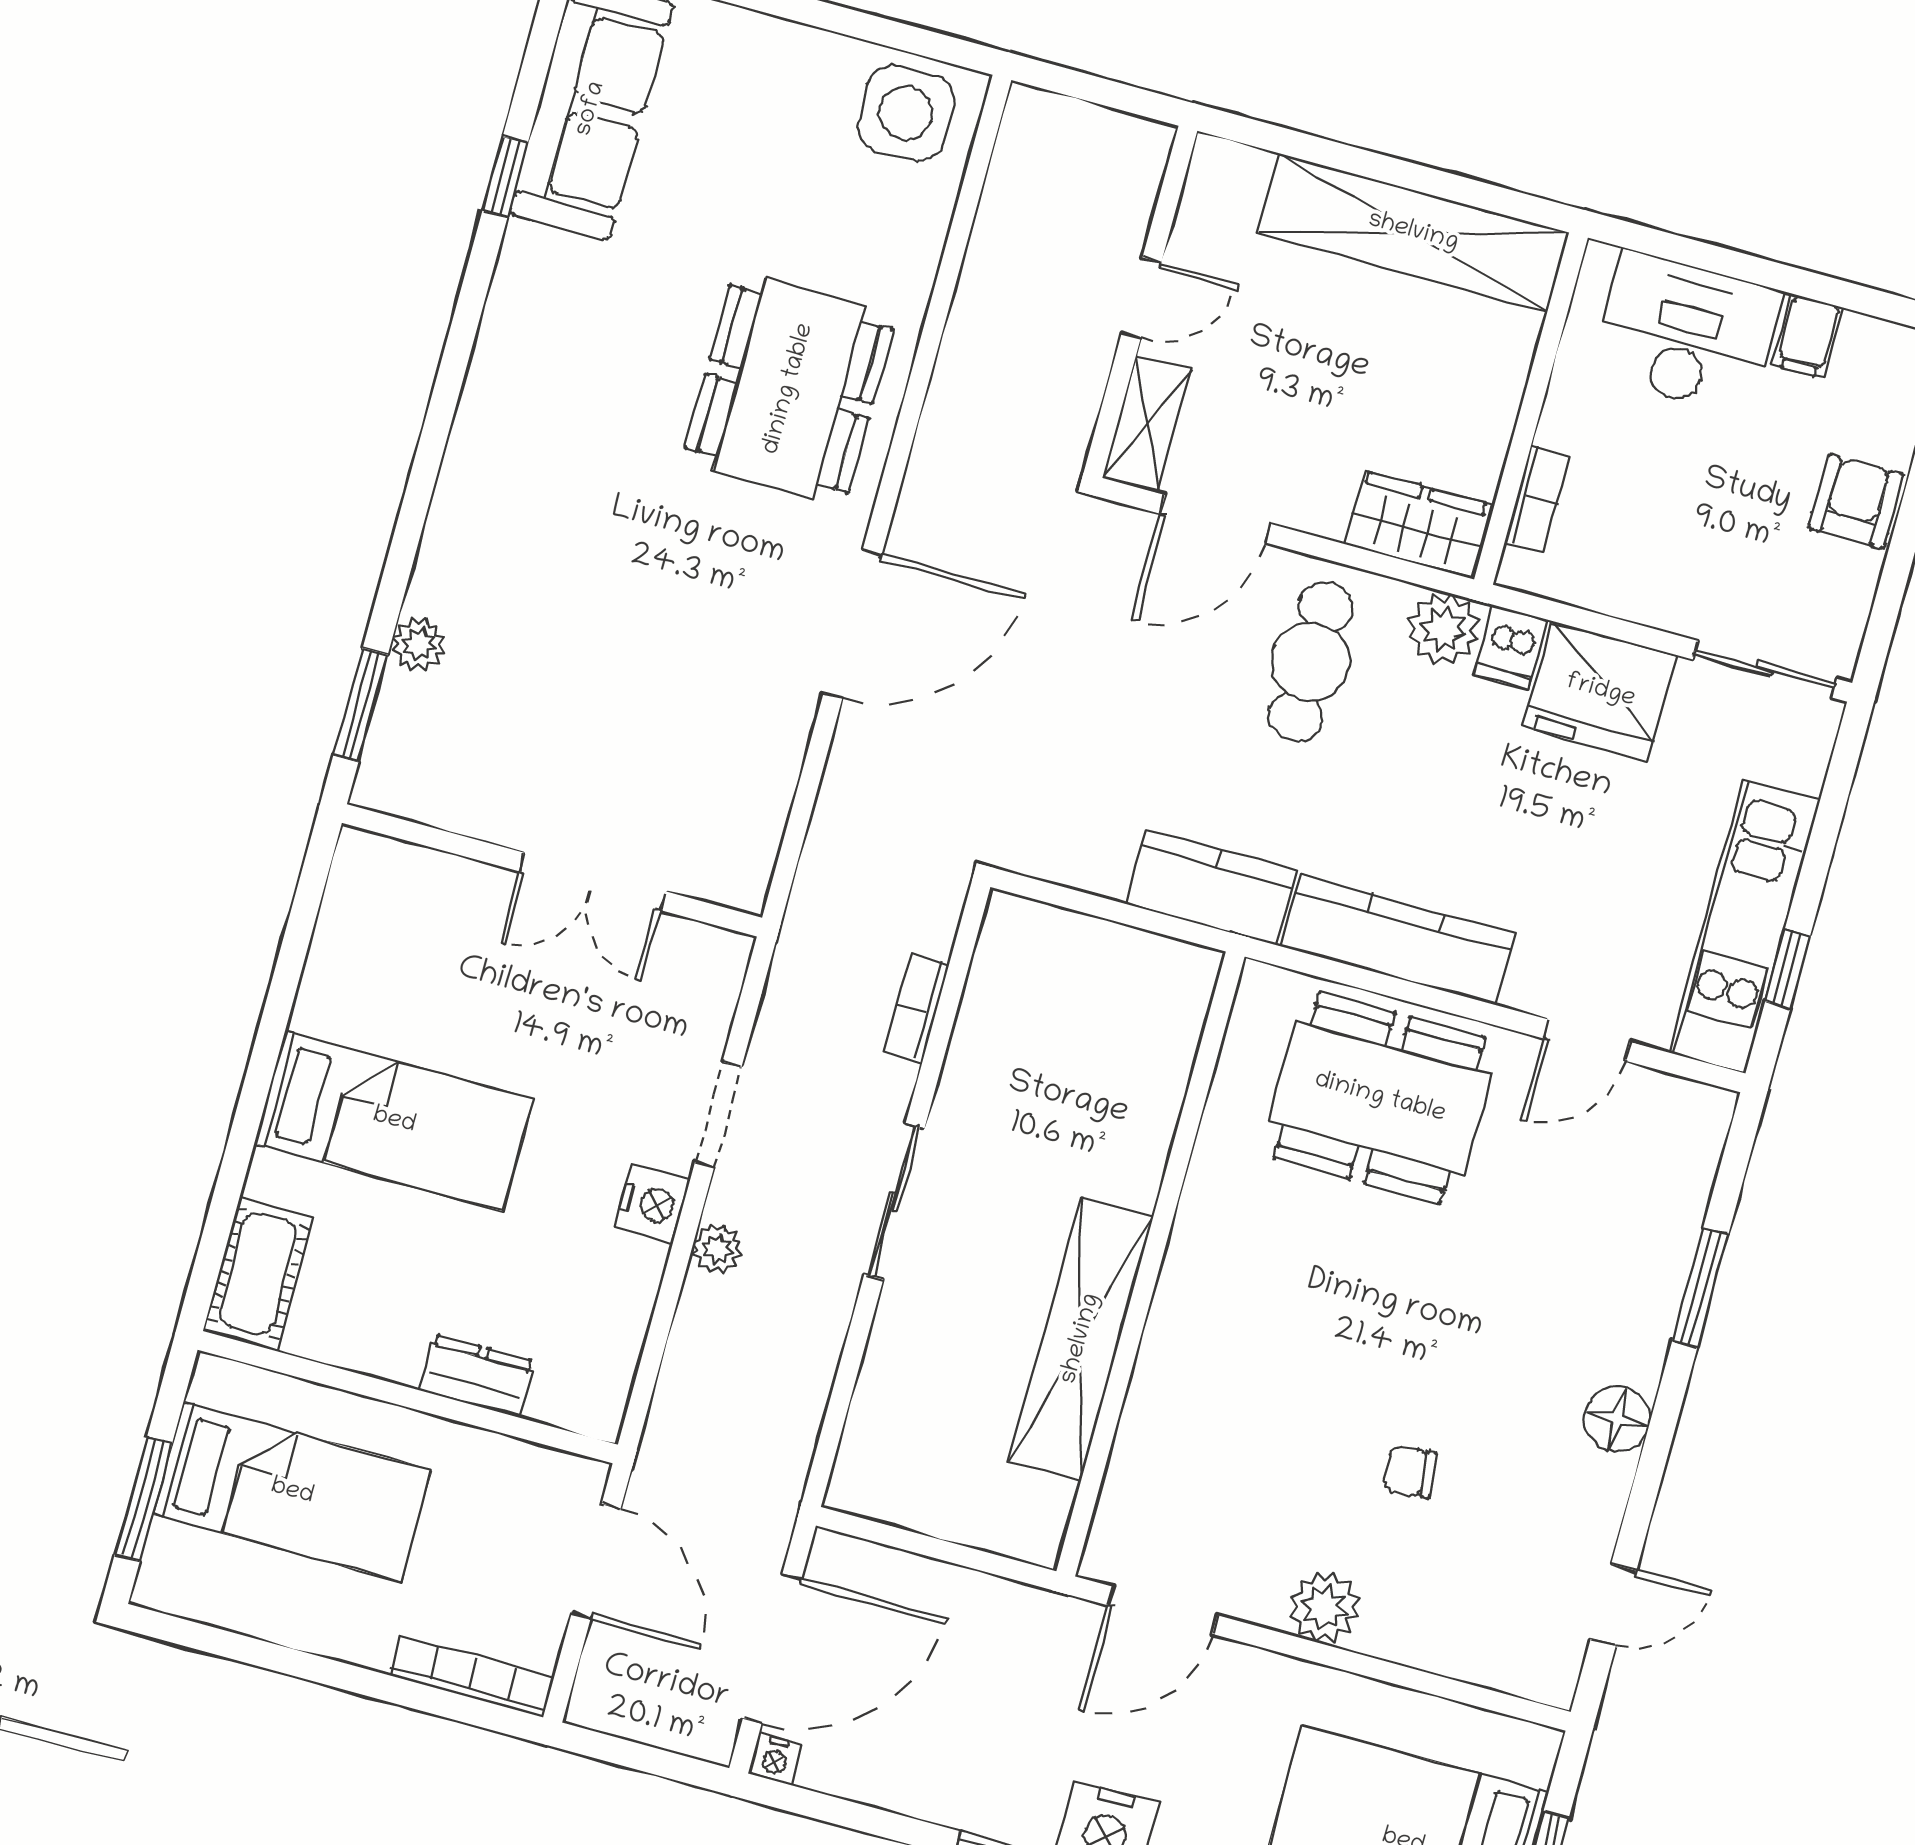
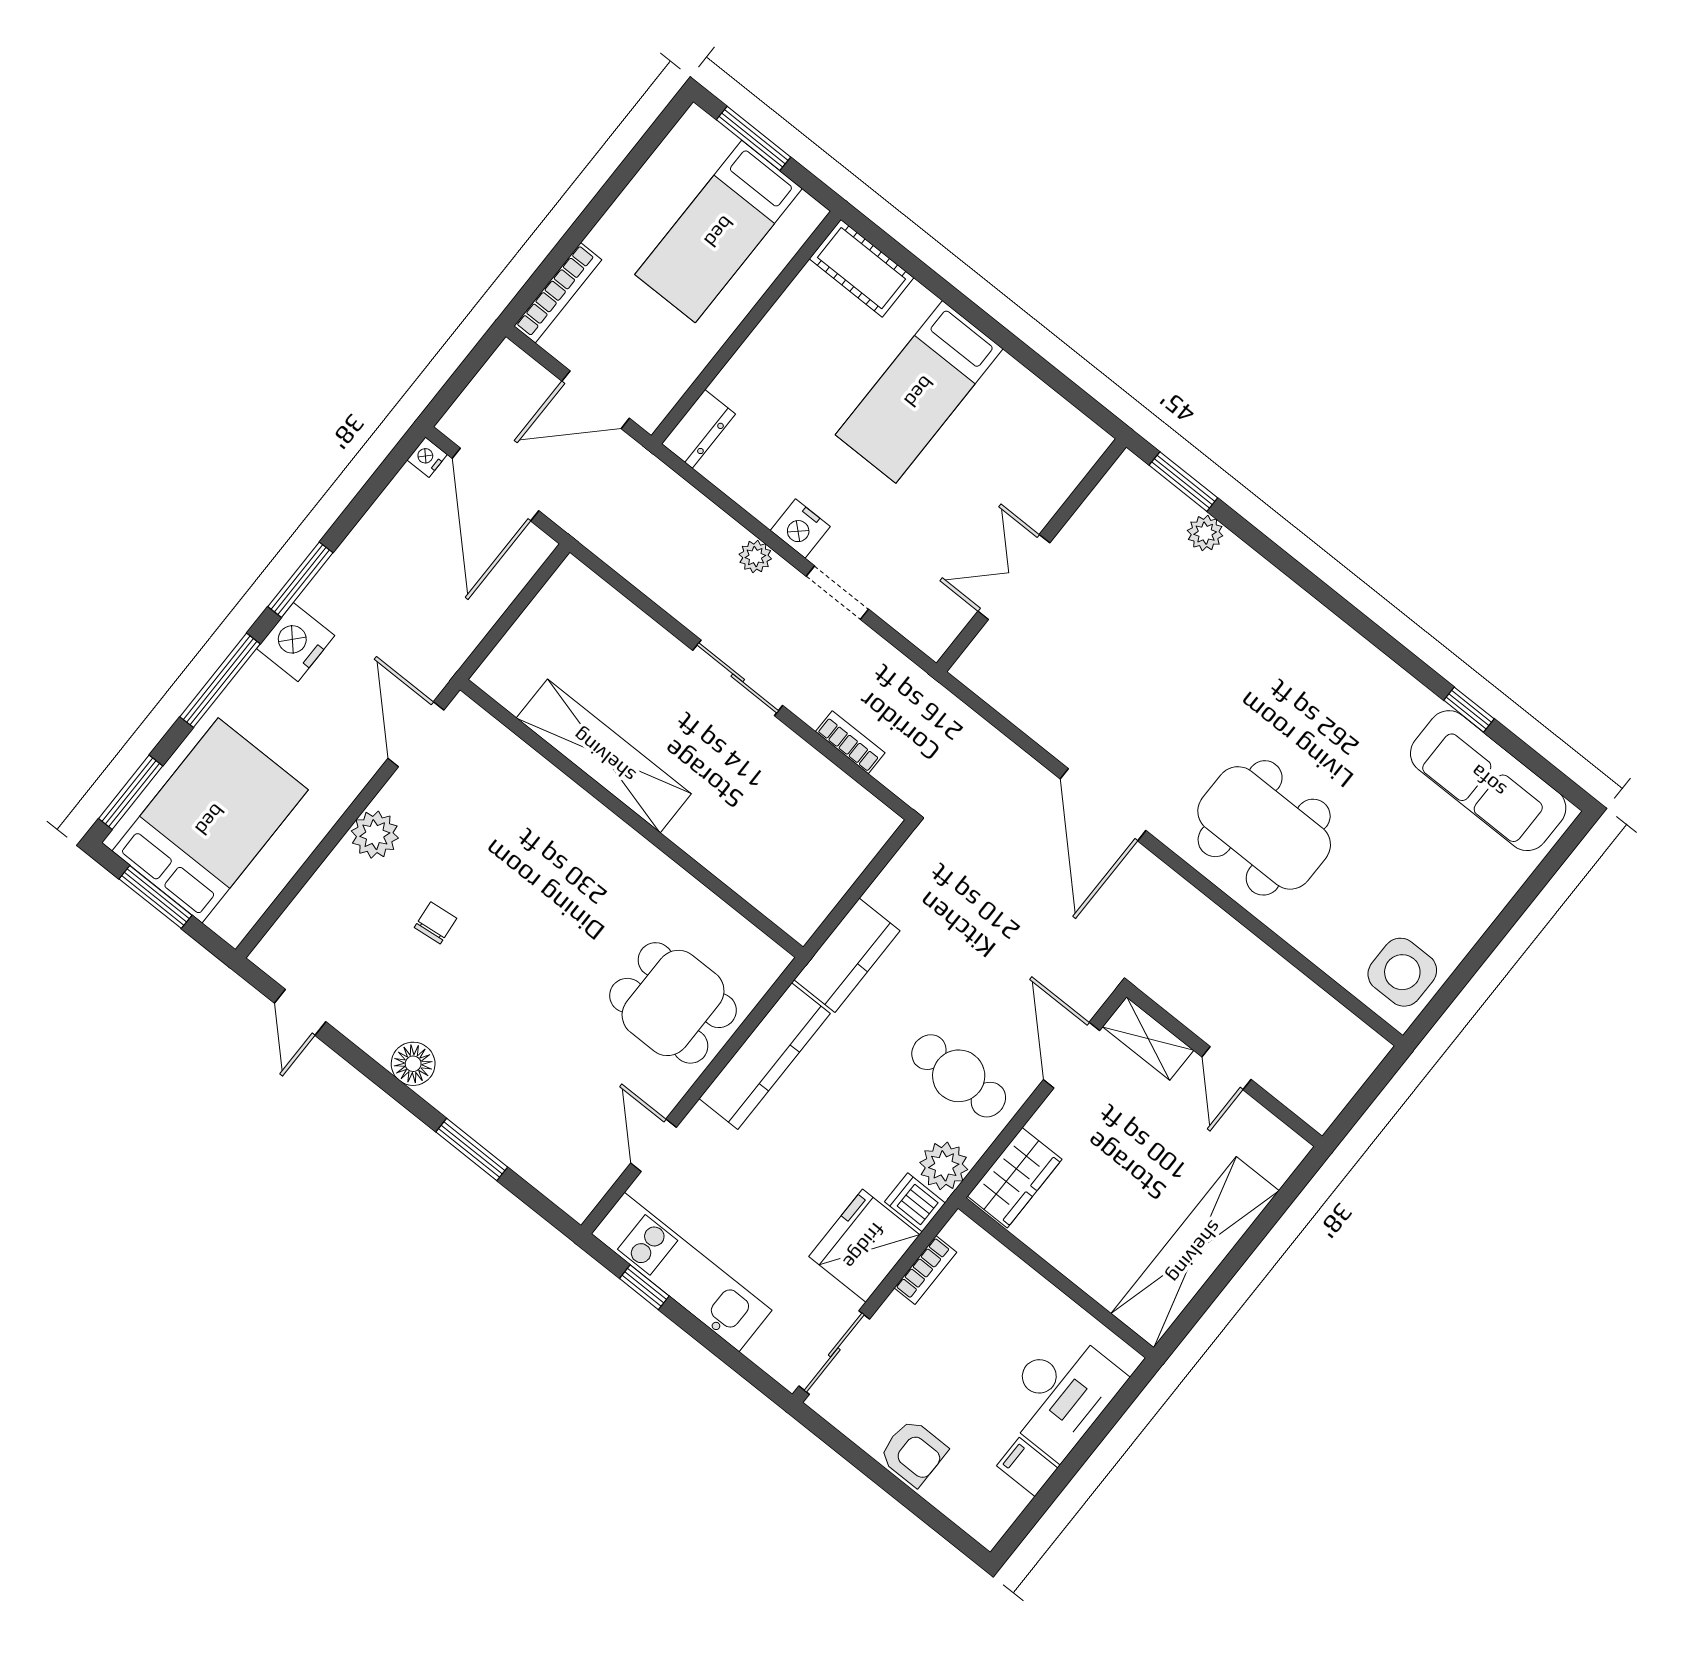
bookcase: (1537, 499) -> (925, 1270), moved, turned -90
dining table: (1380, 1098) -> (673, 1003), width x0.73
dresser: (477, 1376) -> (699, 429), moved

